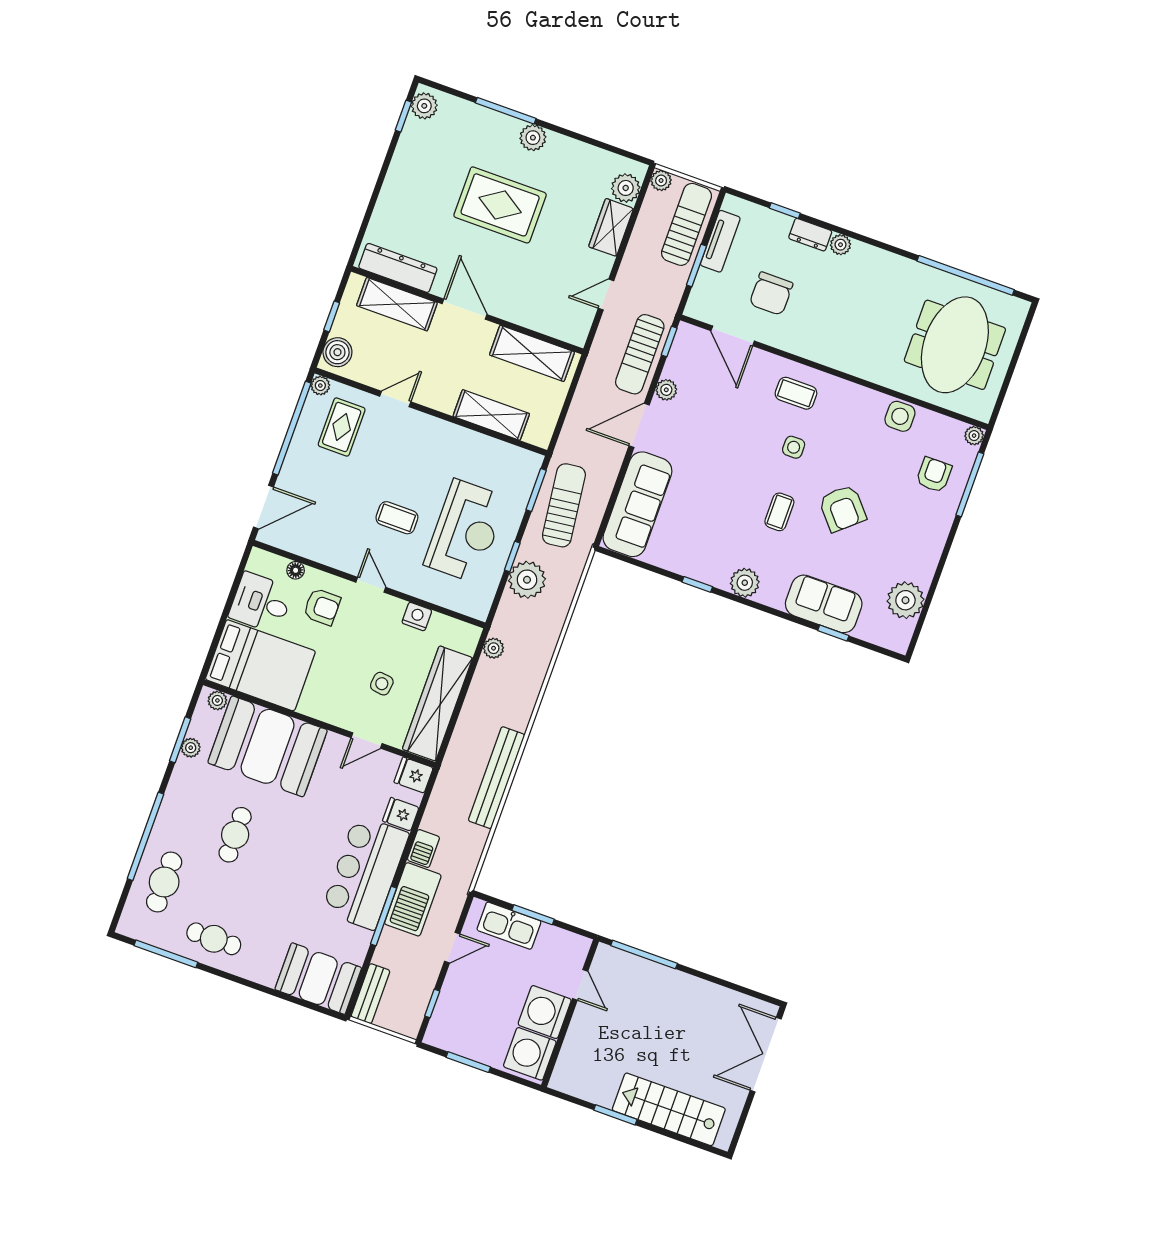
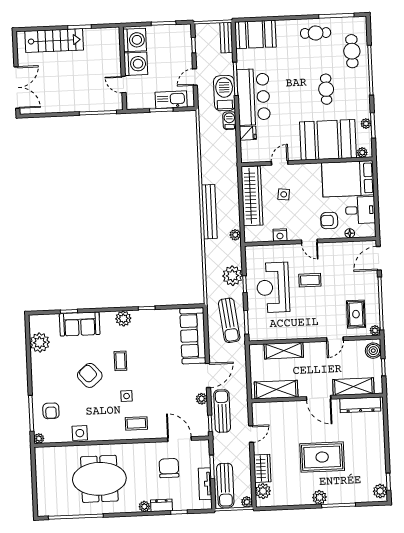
meeting table: (955, 345) -> (99, 479), moved, turned 90
fridge: (414, 775) -> (249, 155), removed
bench: (497, 778) -> (209, 212), moved

